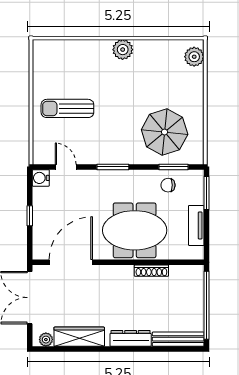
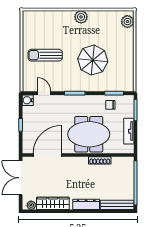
parasol: (165, 132) -> (93, 60), moved

